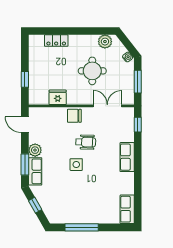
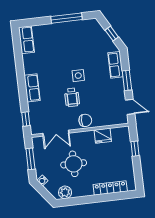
locker: (56, 41) -> (110, 188), width x1.53
wheelchair: (86, 142) -> (72, 97), turned -92
plant: (35, 150) -> (118, 84), removed
window: (25, 165) -> (127, 80), moved

